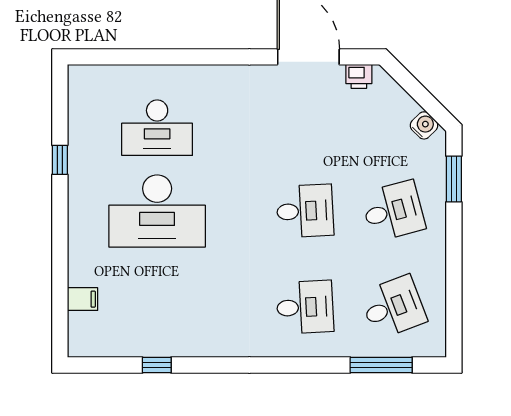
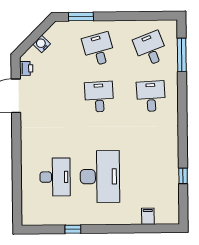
water cooler: (424, 125) -> (42, 44), moved

